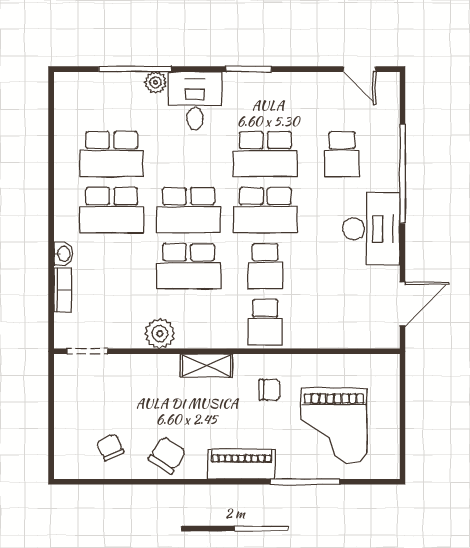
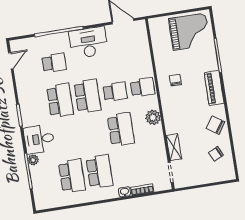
school desk: (188, 210) -> (93, 134), removed
plant: (160, 334) -> (153, 117), moved
shelving: (206, 366) -> (174, 147), moved
grand piano: (334, 426) -> (189, 32), moved

